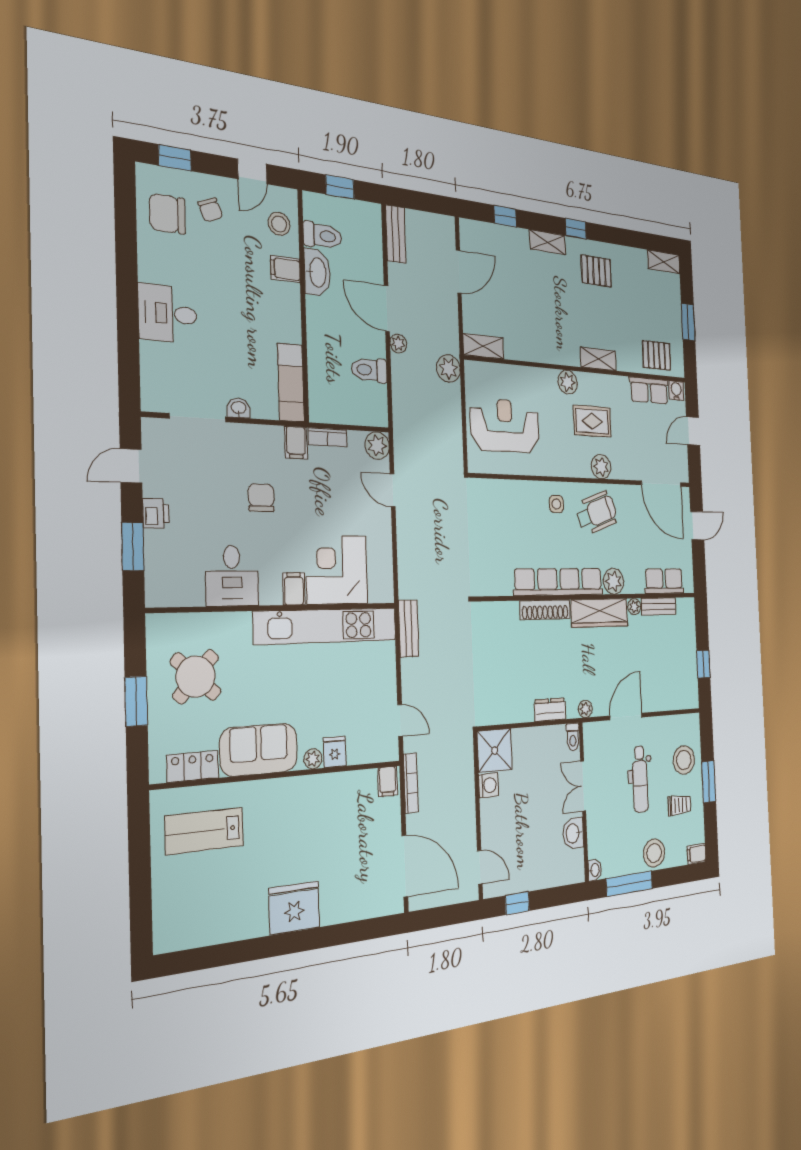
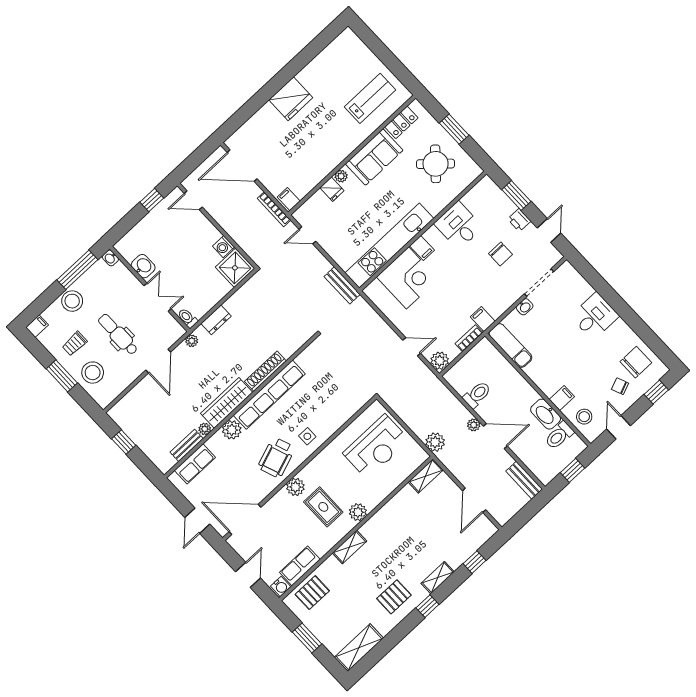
shelving: (664, 262) -> (359, 648), width x1.50, depth x1.33
rug: (592, 421) -> (323, 507), turned 90
chair: (261, 498) -> (501, 254), moved

